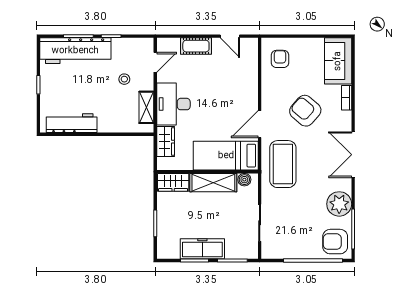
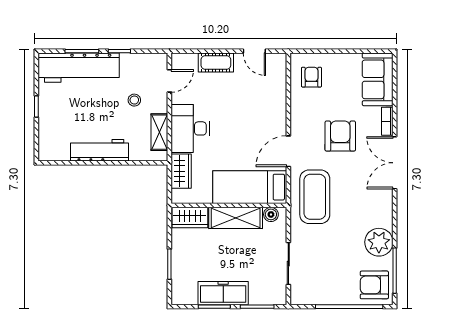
armchair: (305, 111) -> (340, 136), turned 49
workbench: (72, 123) -> (100, 150), moved
double door: (353, 155) -> (395, 163), moved

